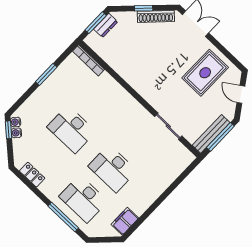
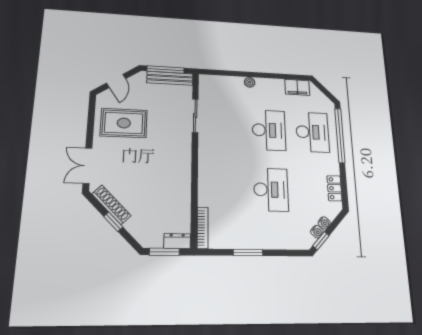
dresser: (106, 25) -> (177, 241), moved
water cooler: (16, 122) -> (324, 223), moved
plant: (159, 189) -> (250, 82), added
window: (63, 217) -> (340, 135), width x1.46

